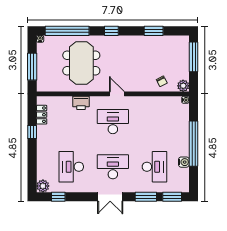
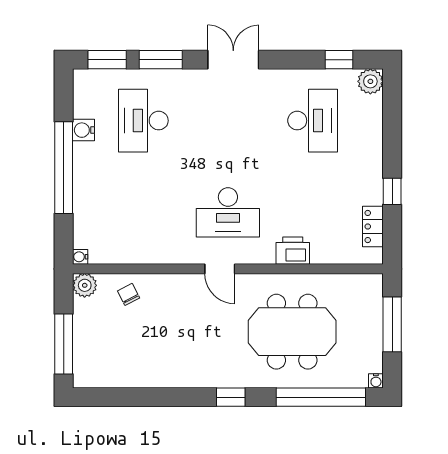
window: (154, 31) -> (145, 397), removed
meeting table: (81, 63) -> (292, 332), turned 90
desk: (113, 167) -> (228, 121), removed

